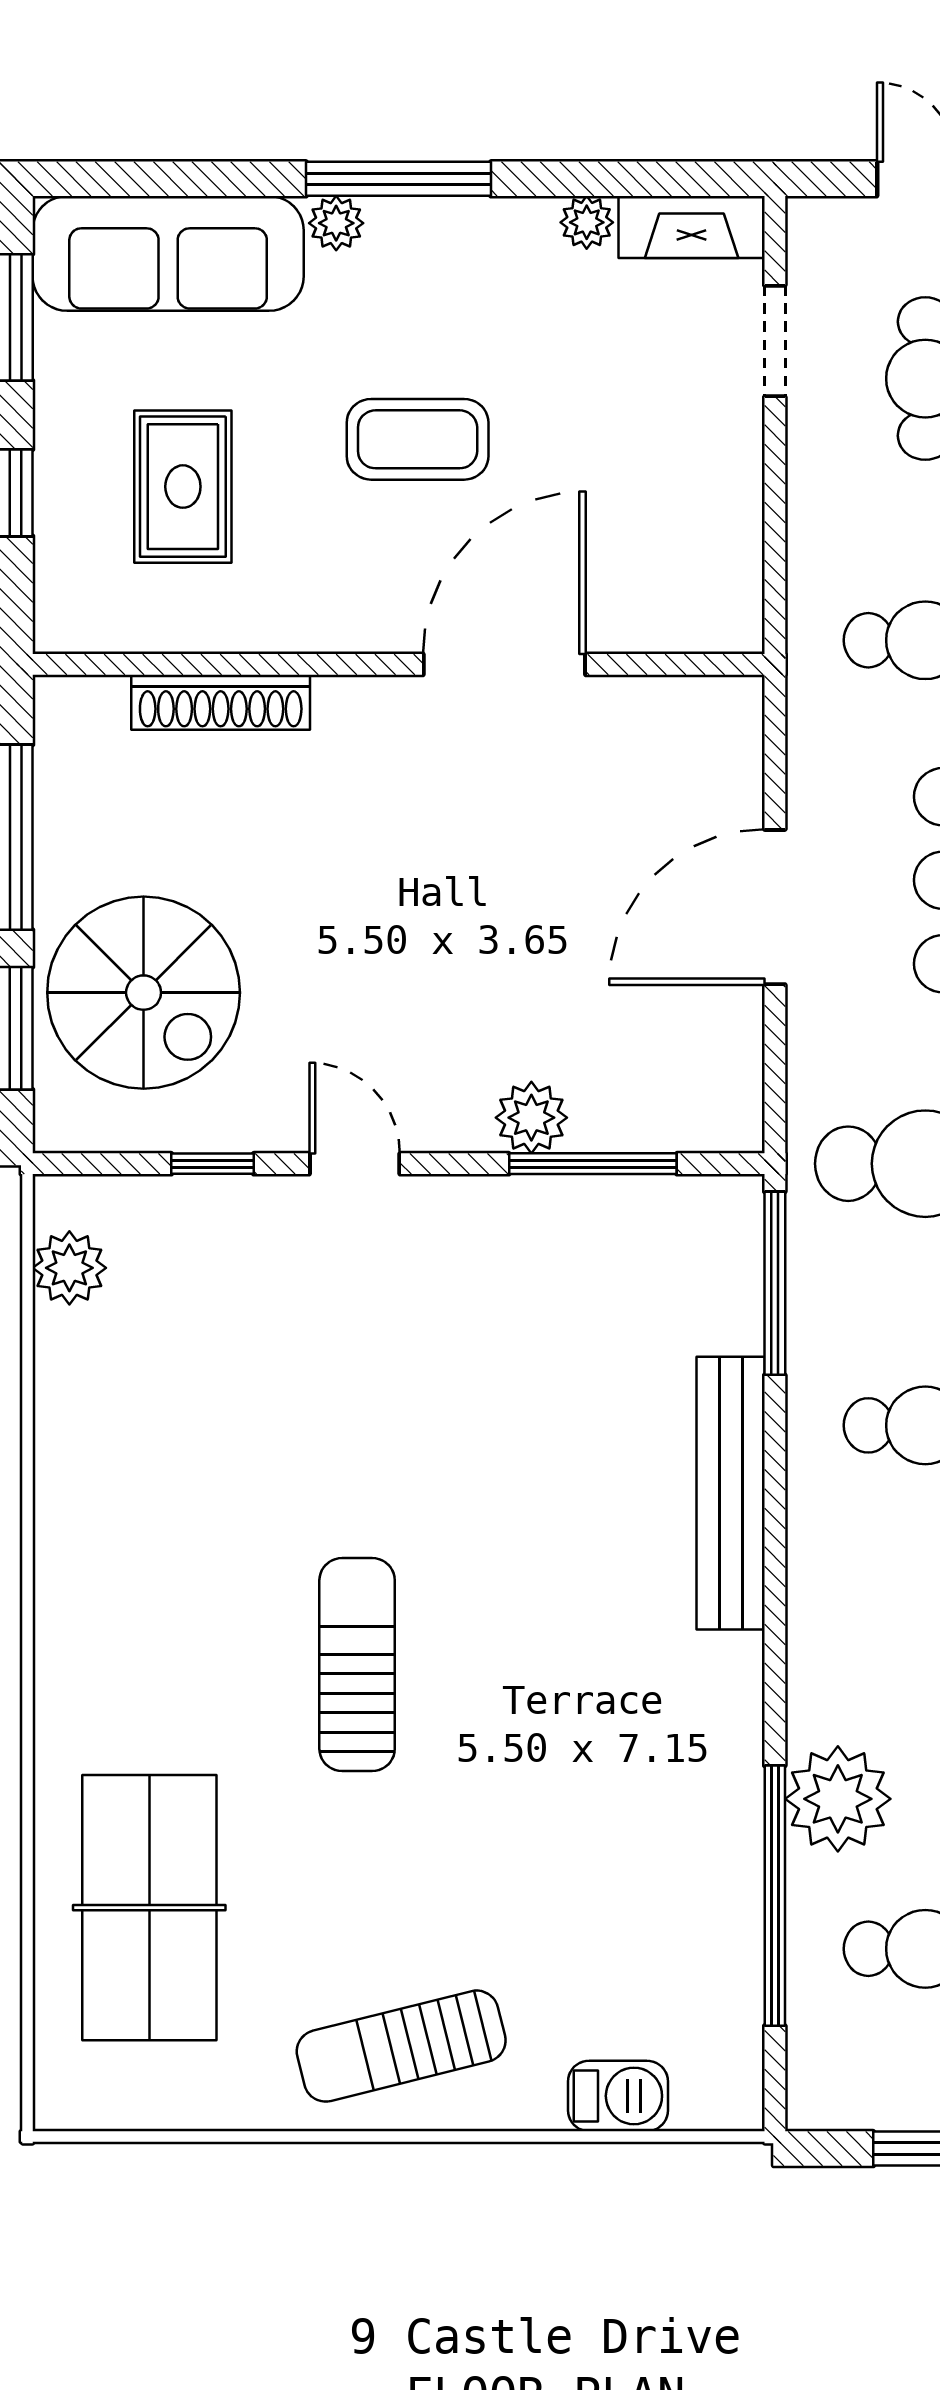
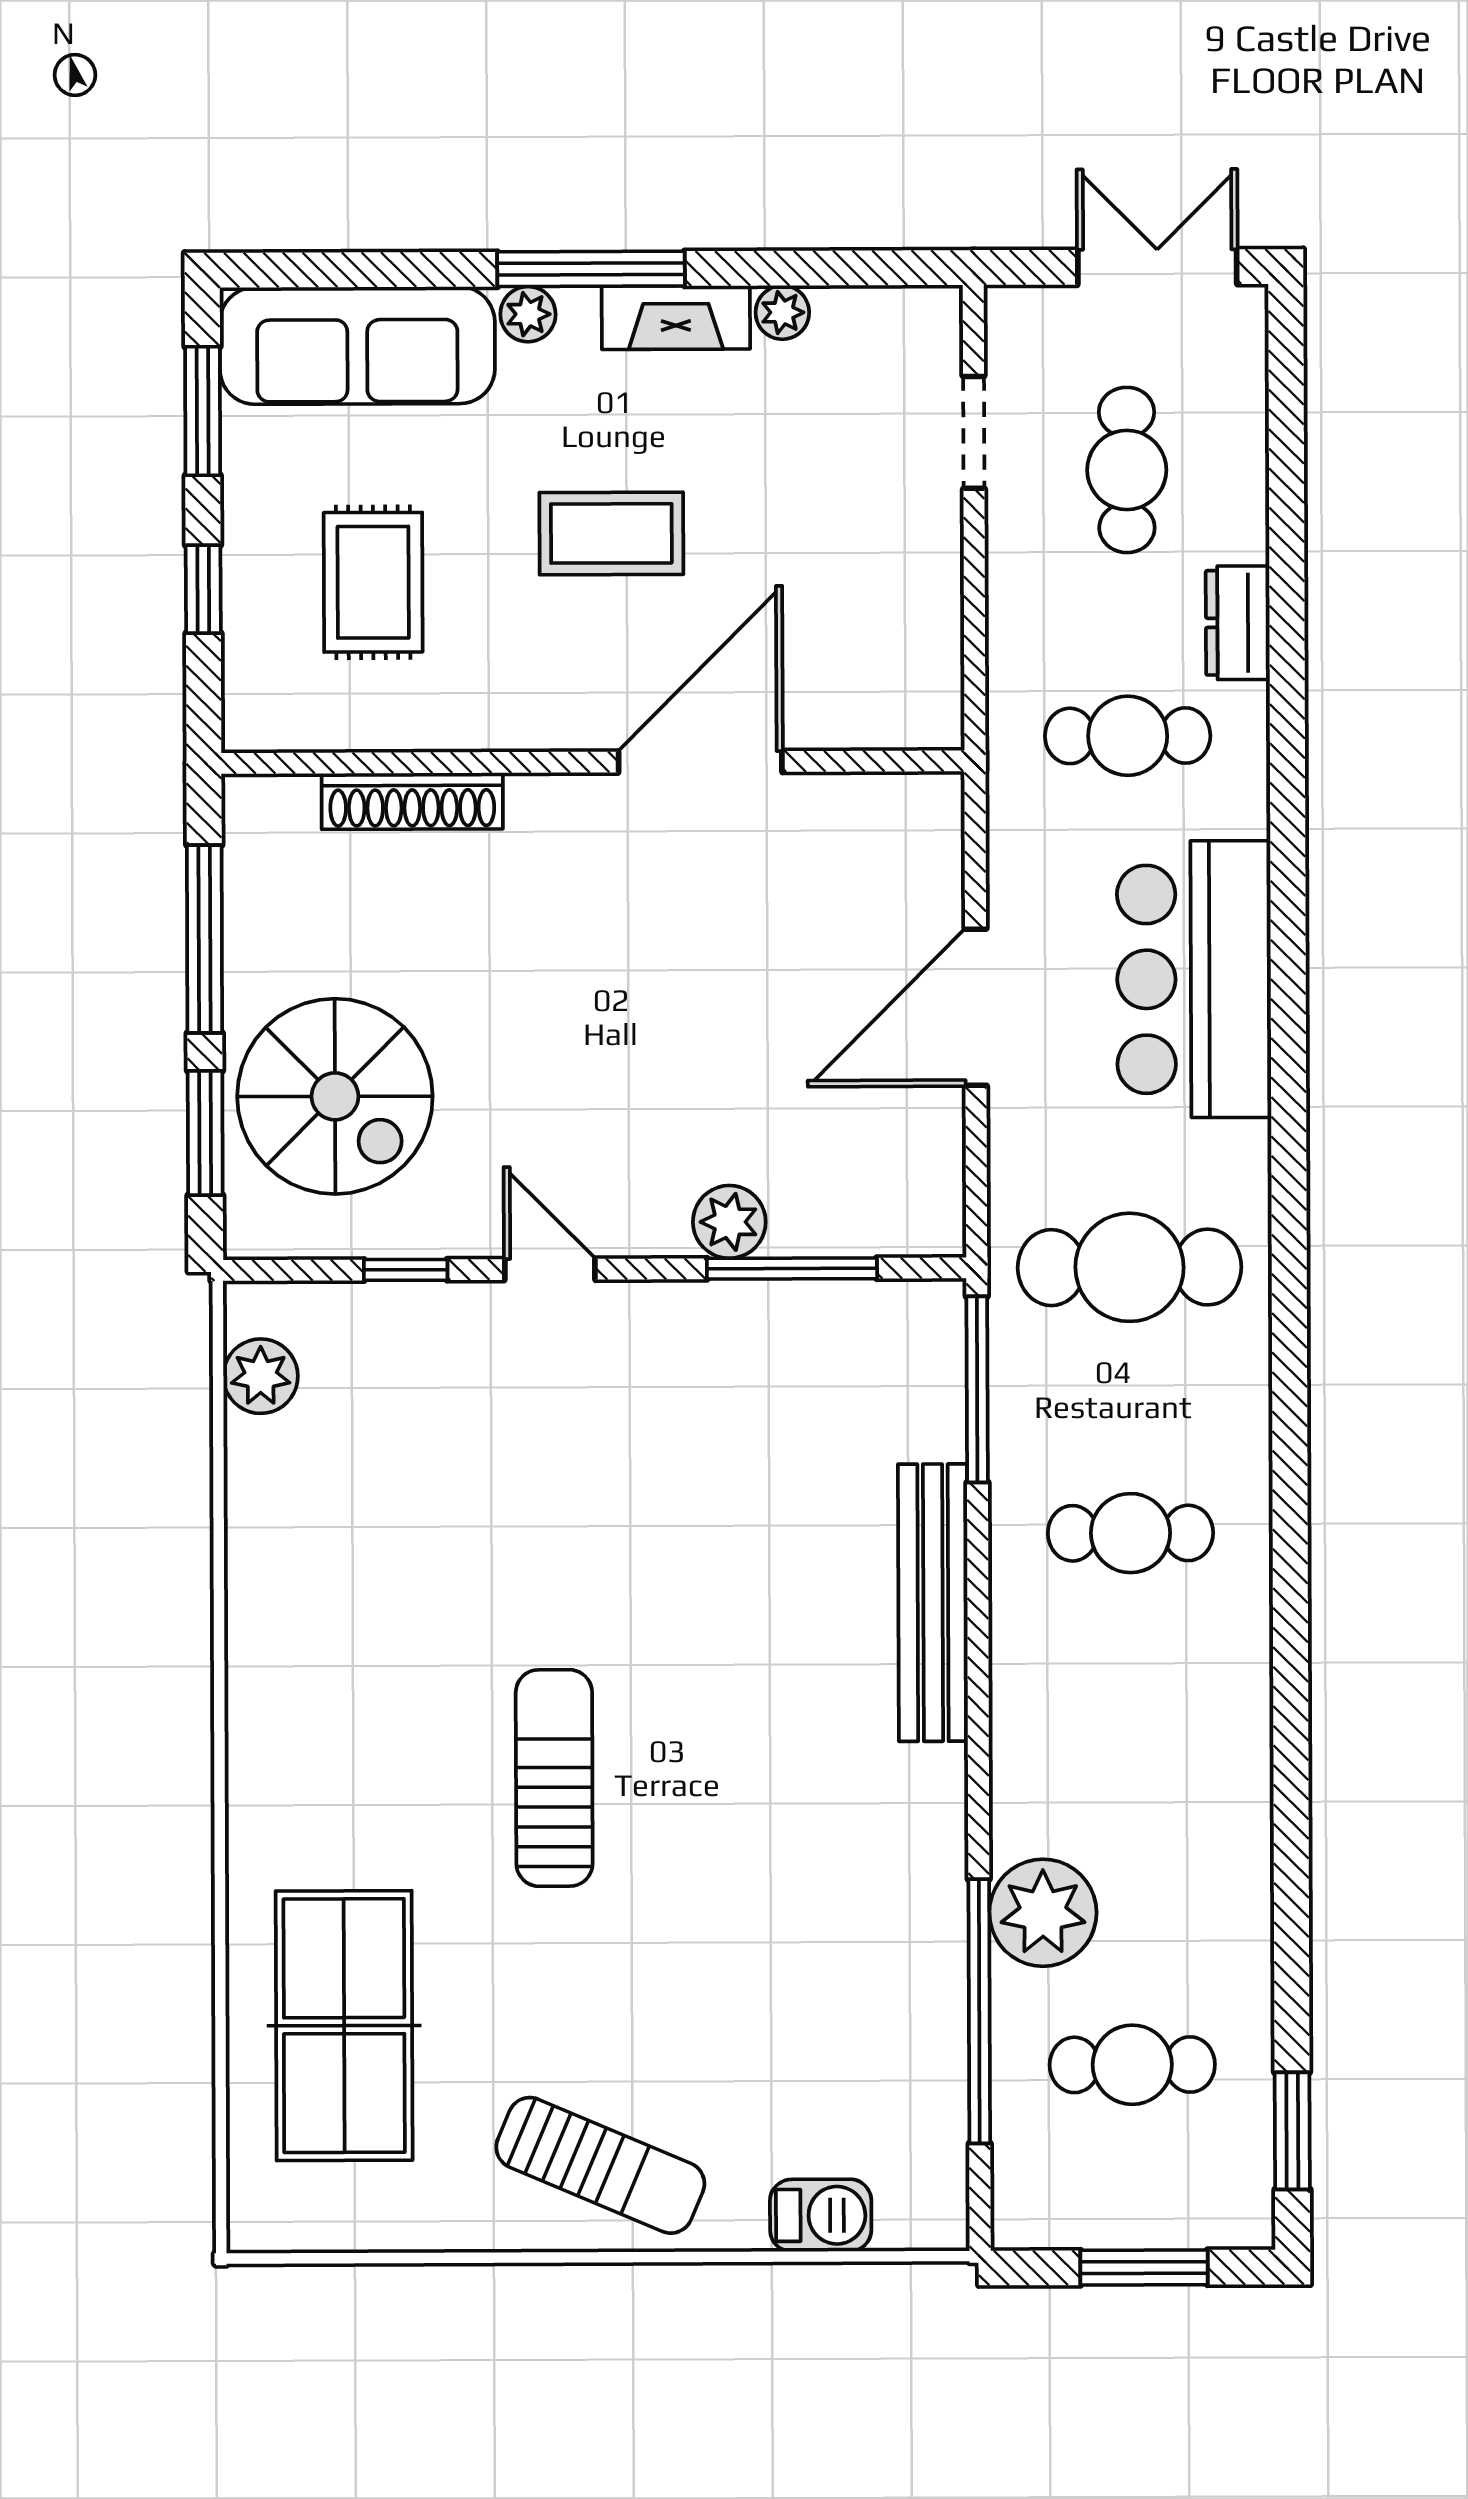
fireplace: (692, 227) -> (676, 318), moved
sun lounger: (401, 2046) -> (600, 2165), turned -143

